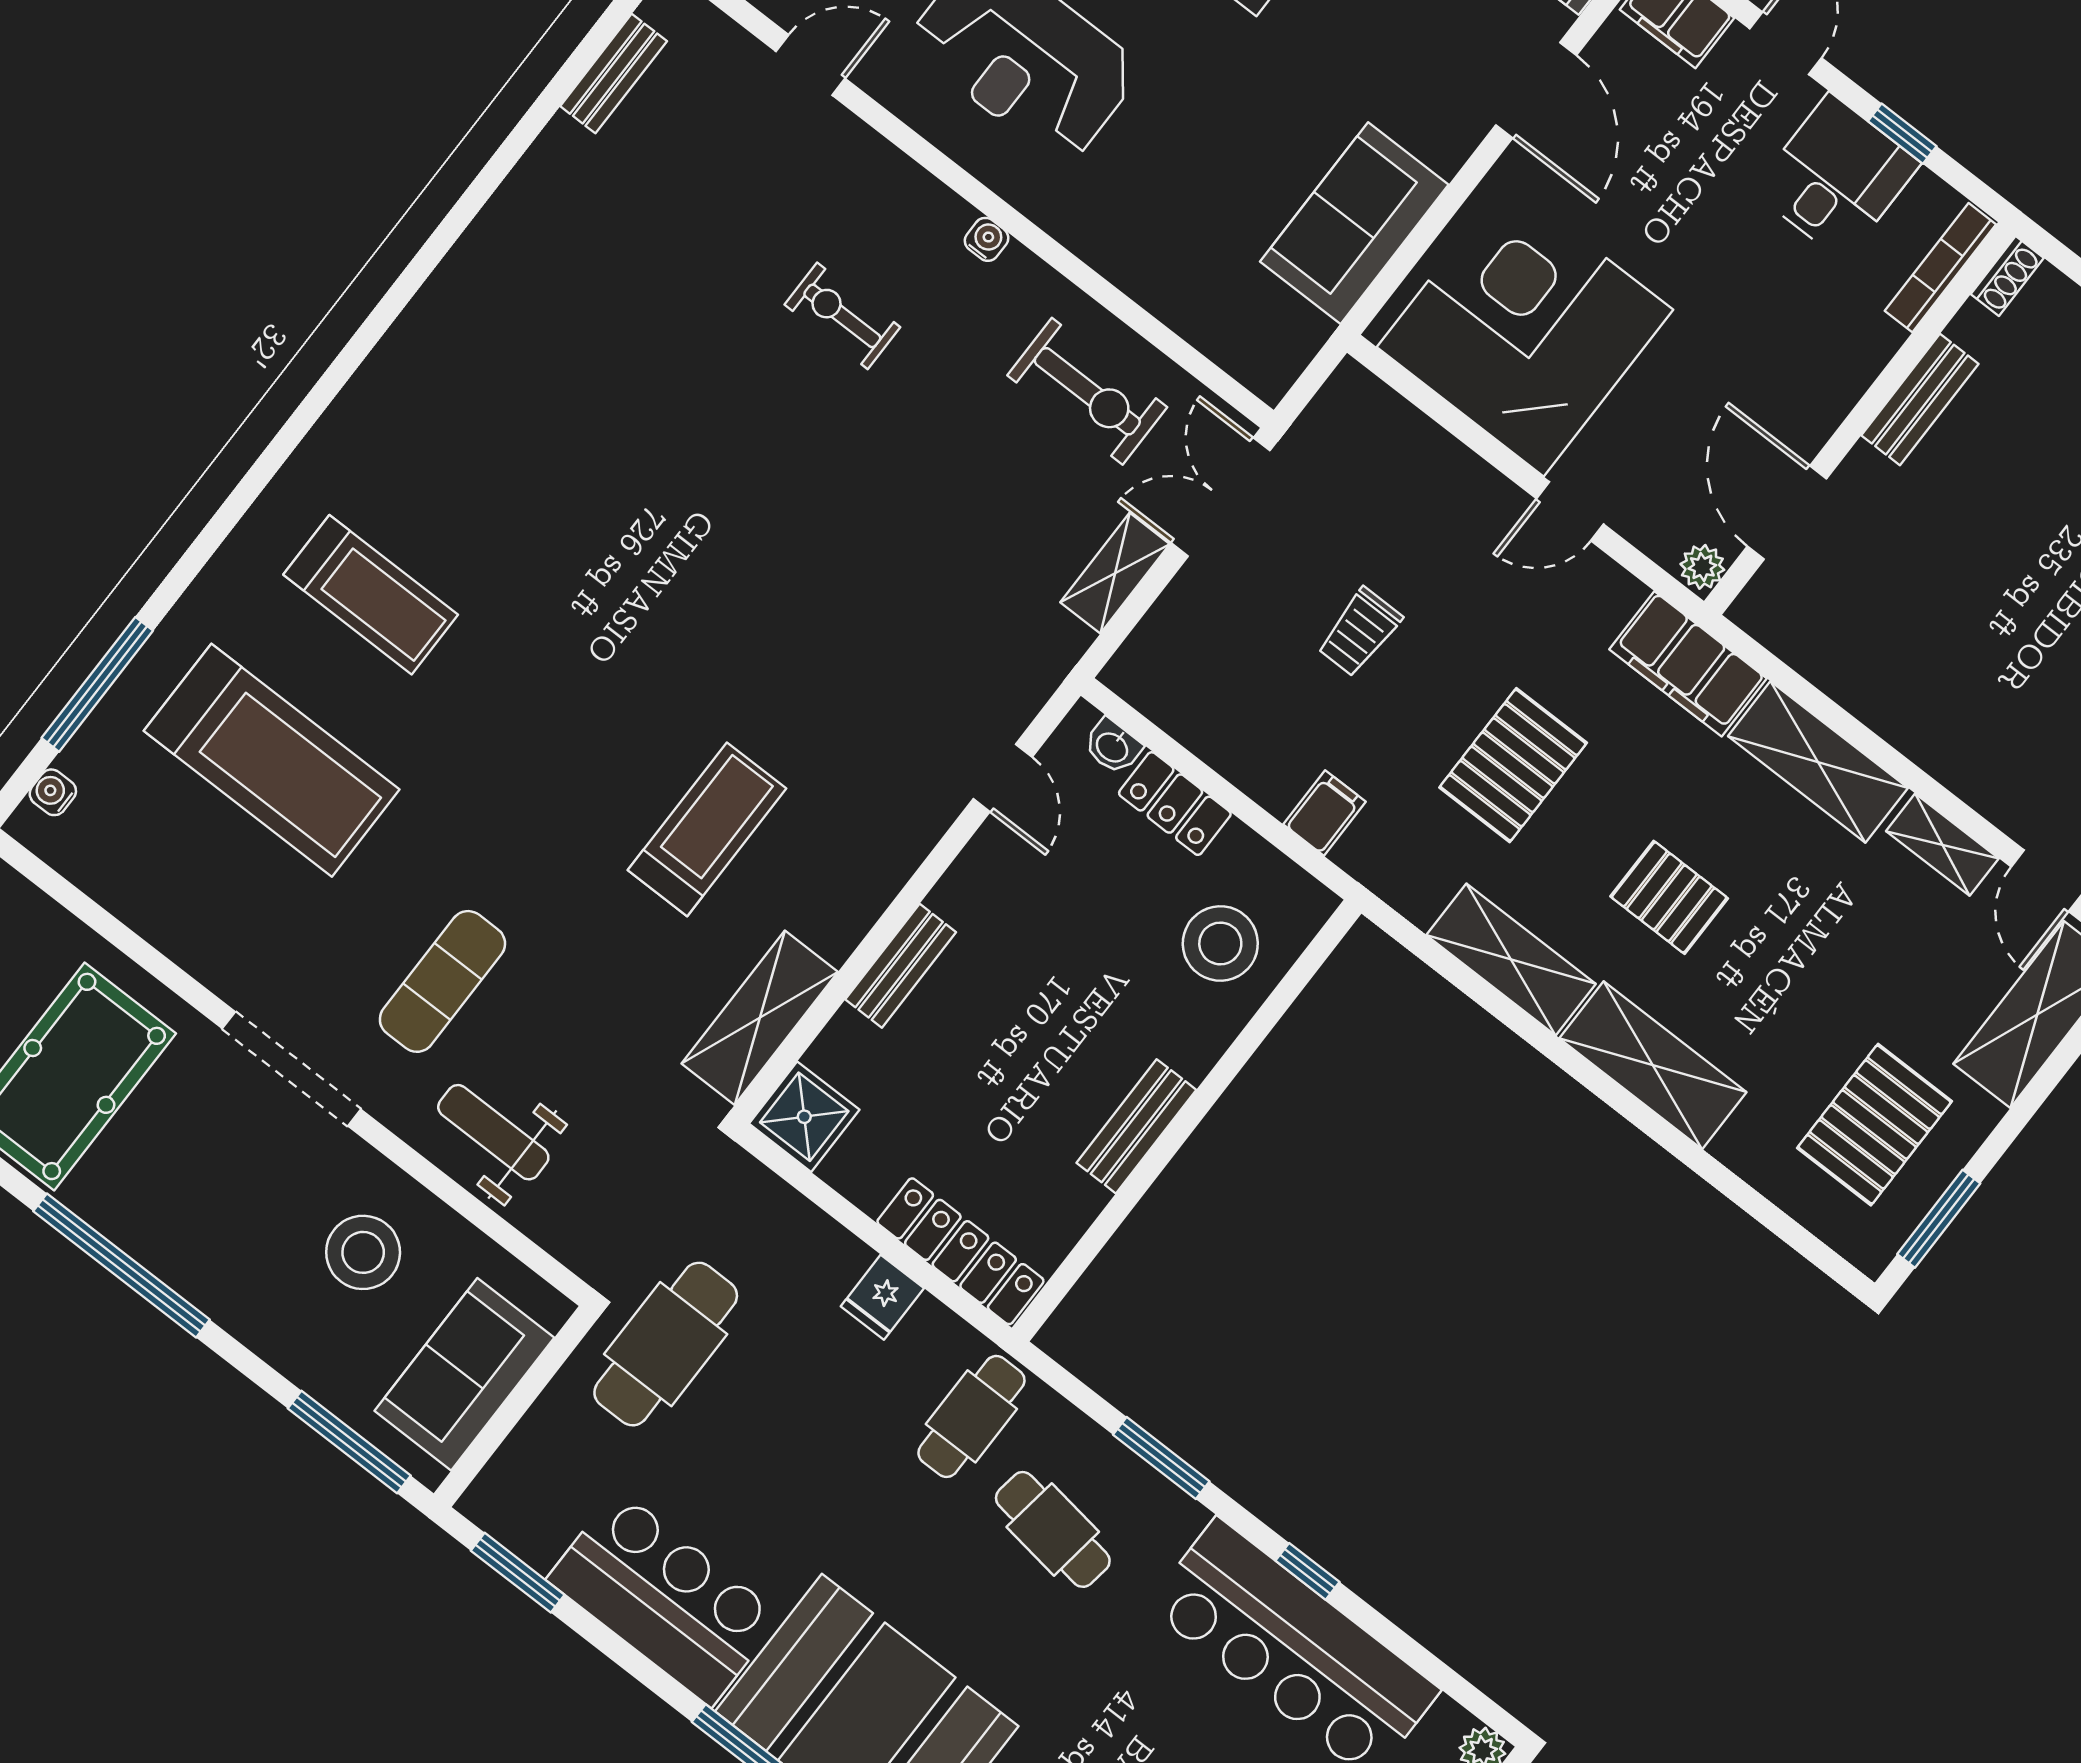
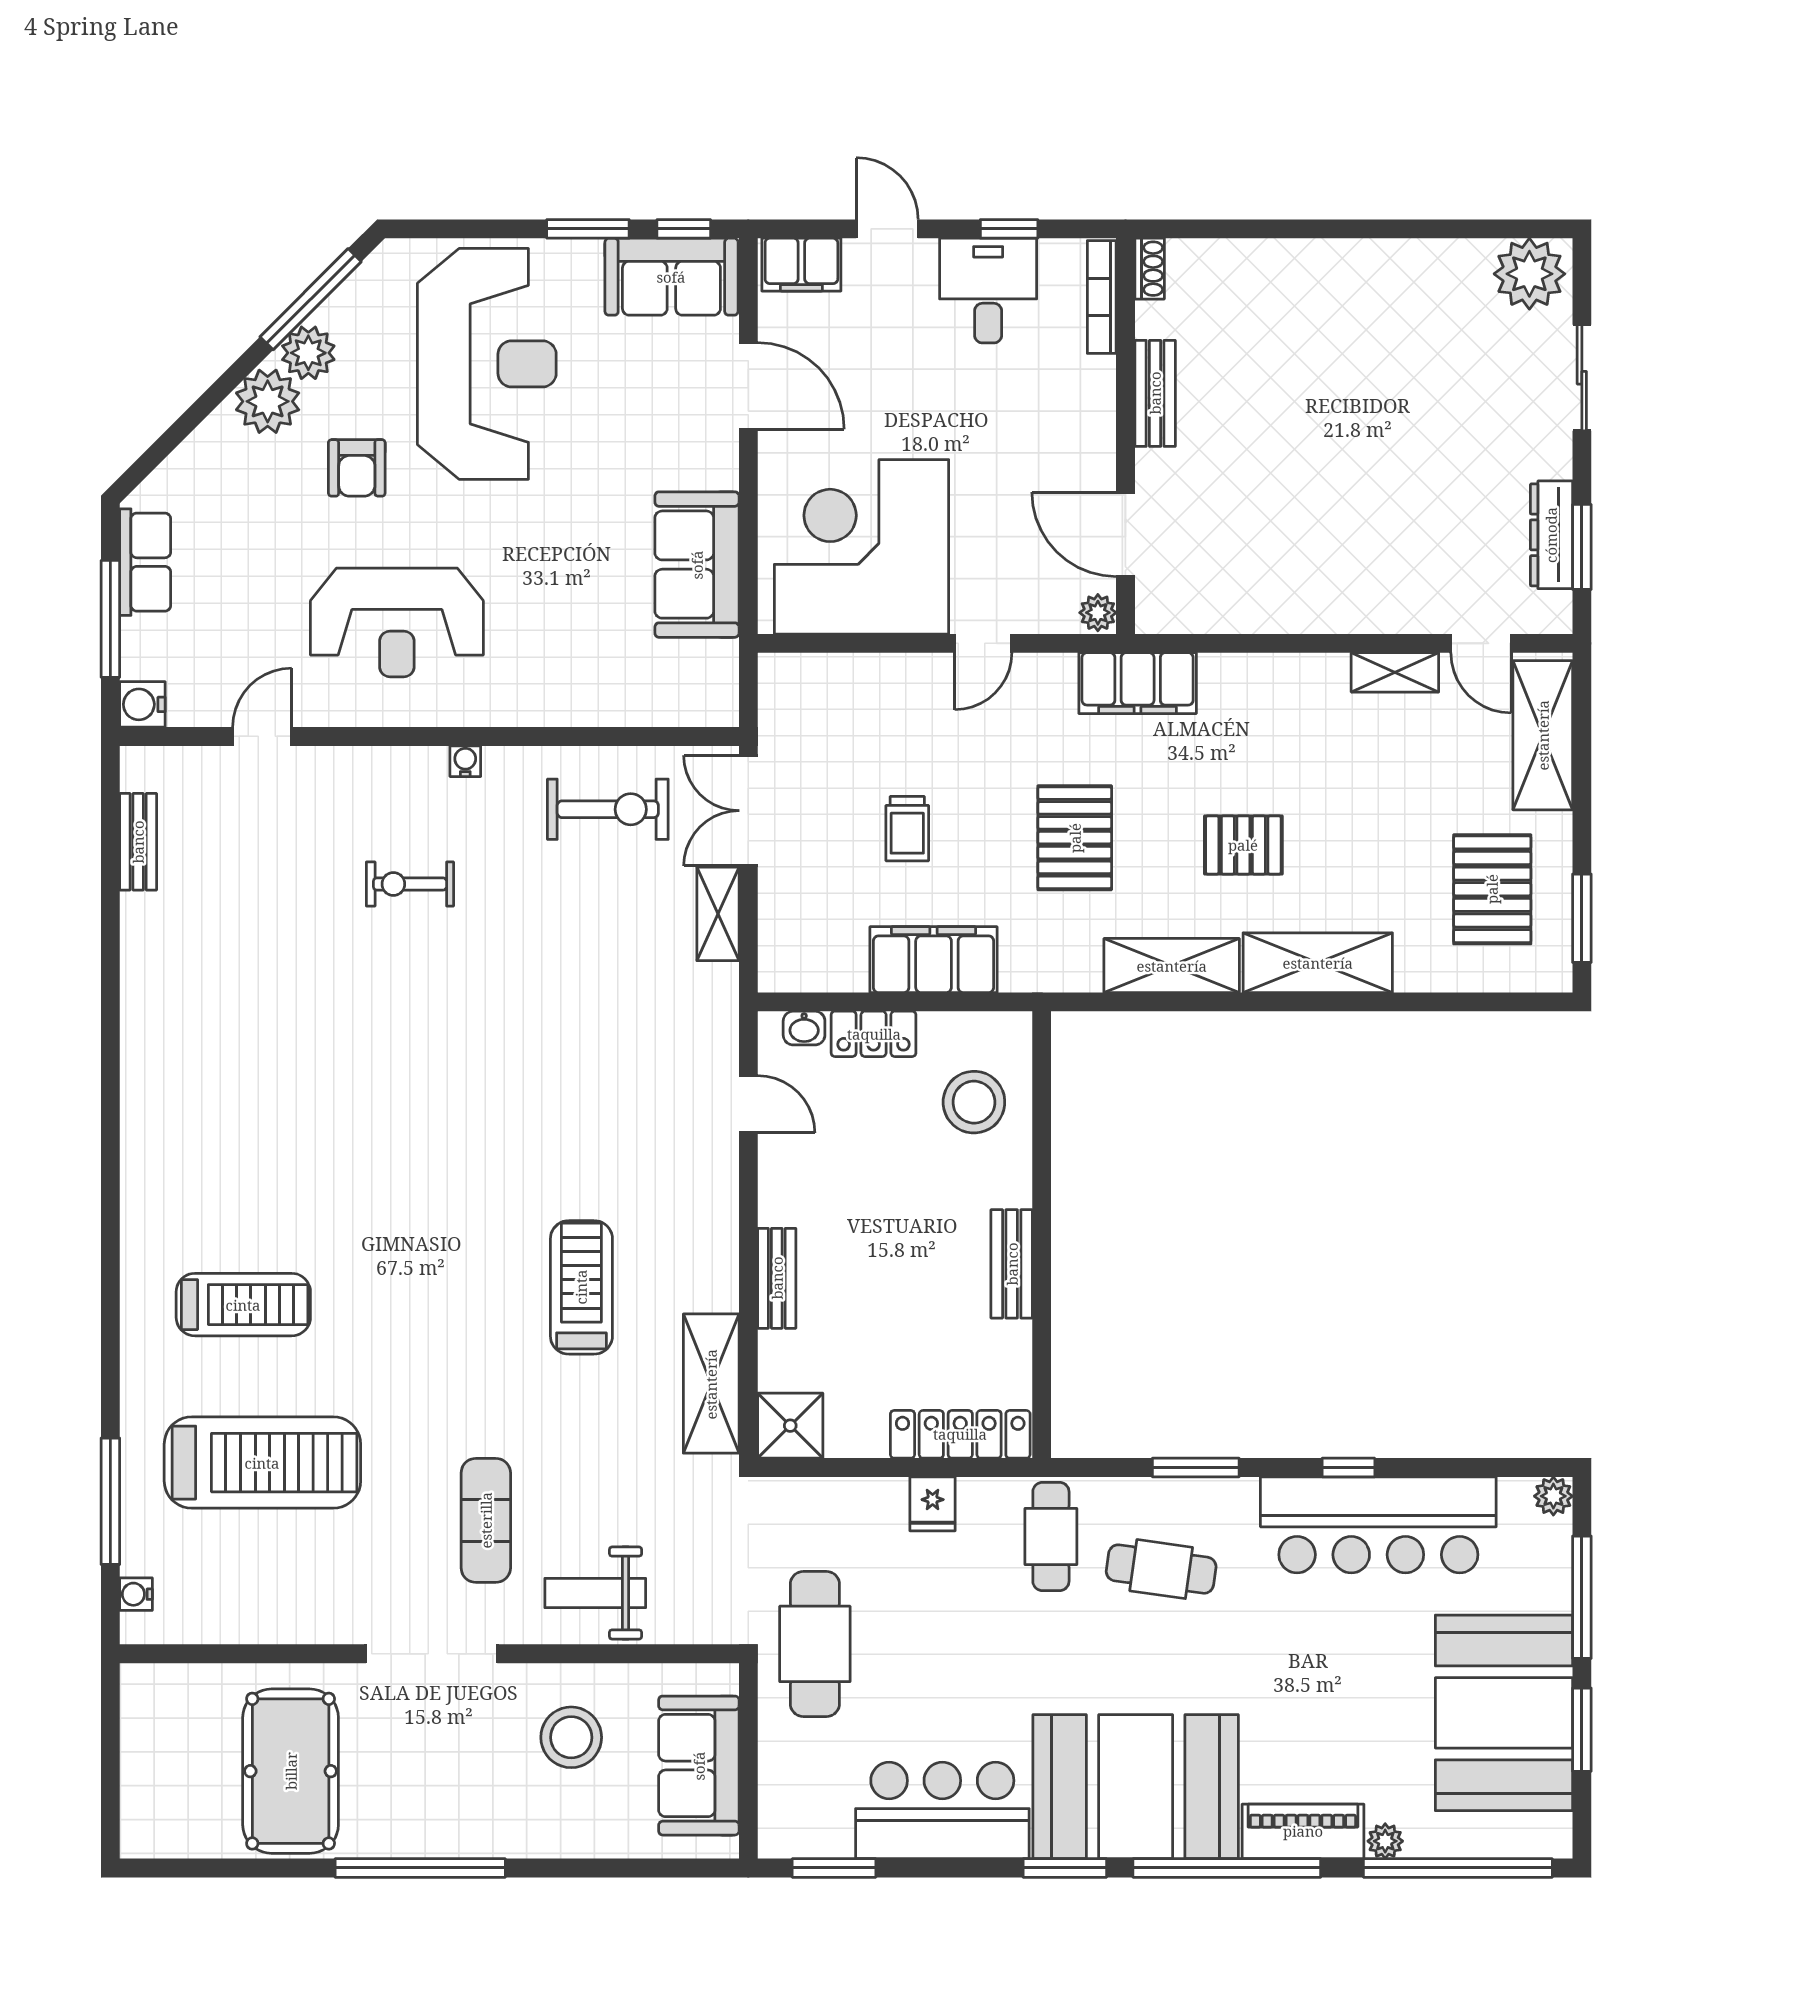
shelving: (1818, 762) -> (1272, 681), removed
filing cabinet: (1325, 813) -> (934, 960), width x3.00, depth x1.17
window: (349, 1442) -> (658, 1868), removed

